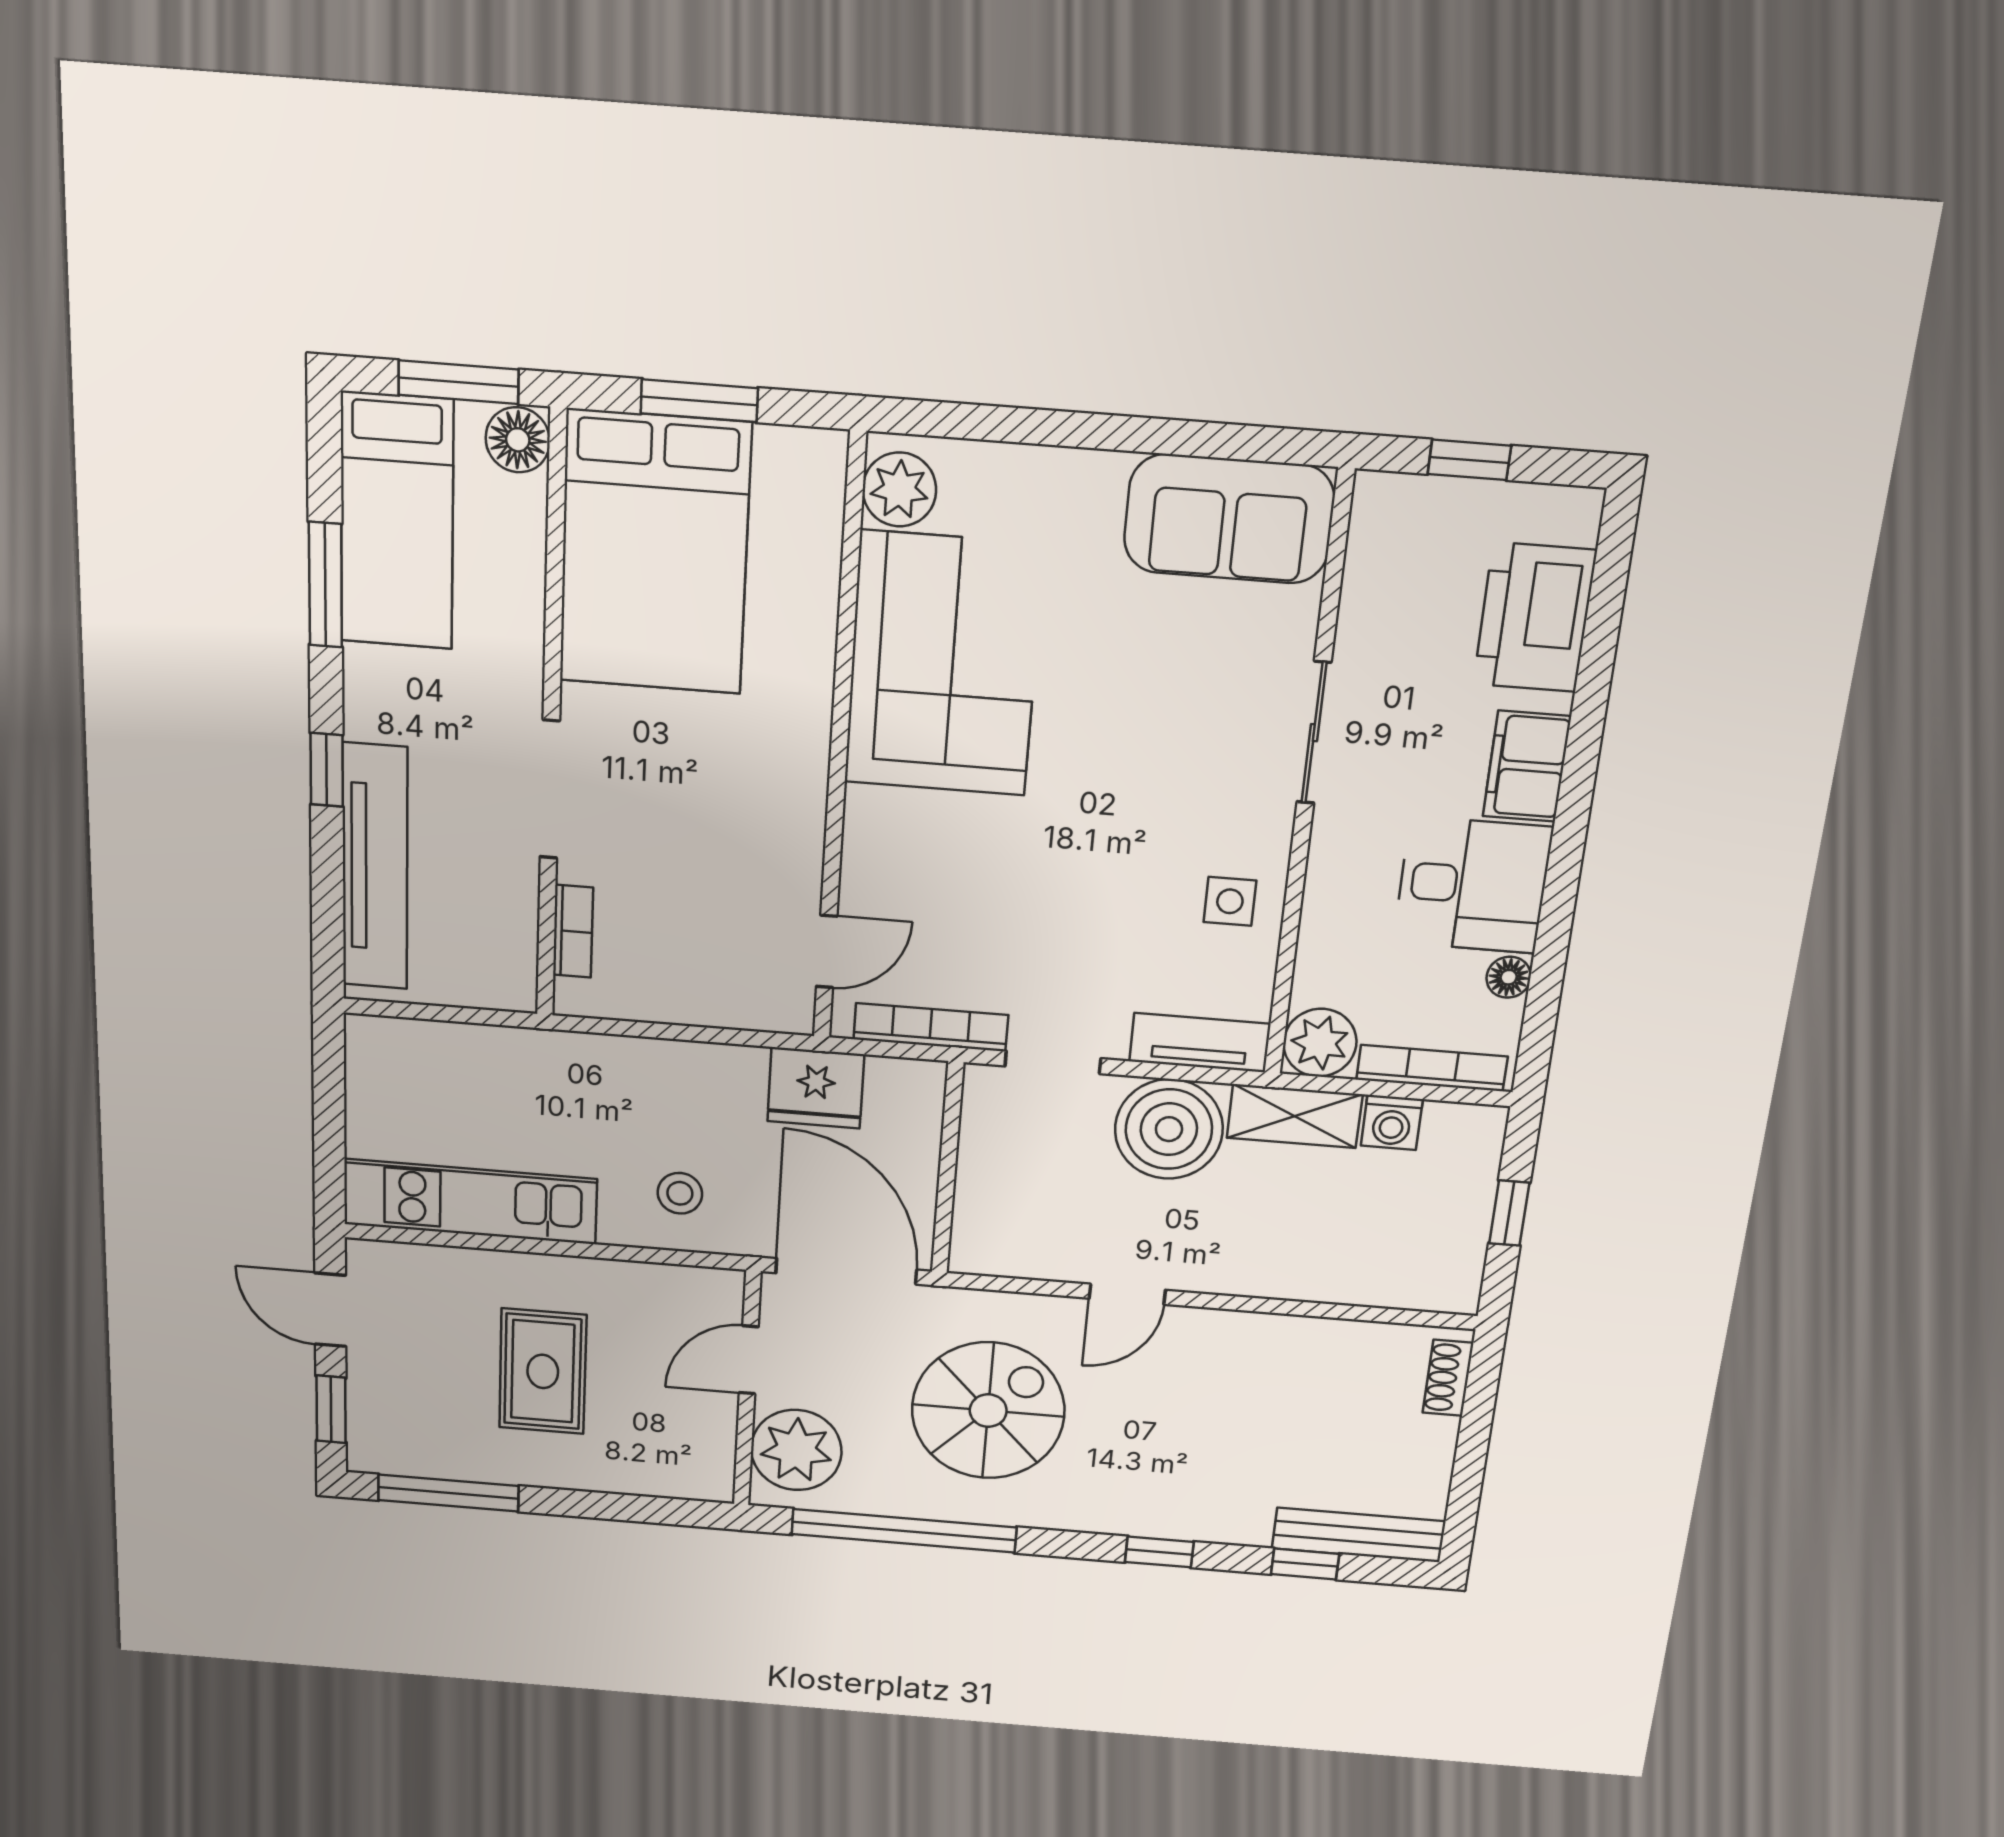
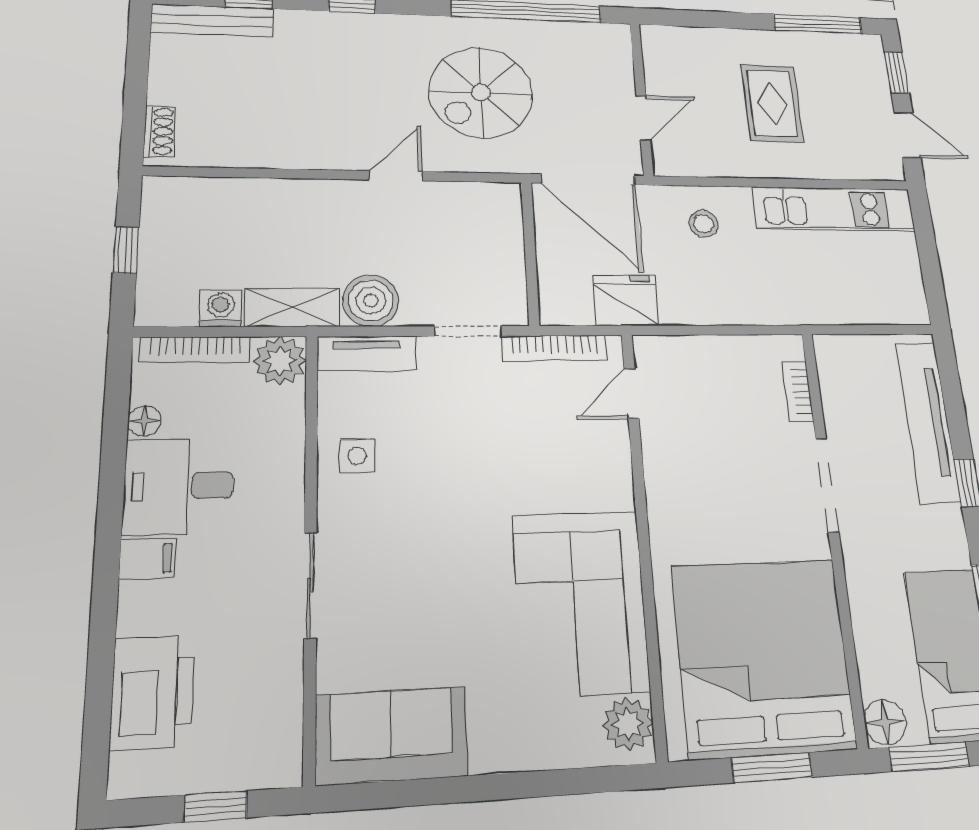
bed: (654, 553) -> (763, 657), width x1.36
filing cabinet: (1527, 766) -> (148, 559), width x0.50
boiler: (1169, 1129) -> (371, 301), width x0.73, depth x0.73
plant: (796, 1450) -> (604, 61), removed

